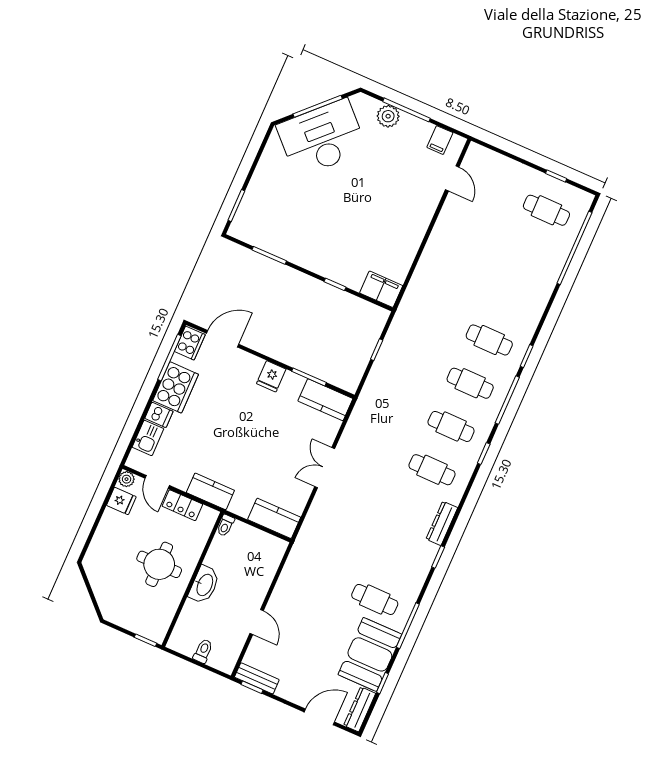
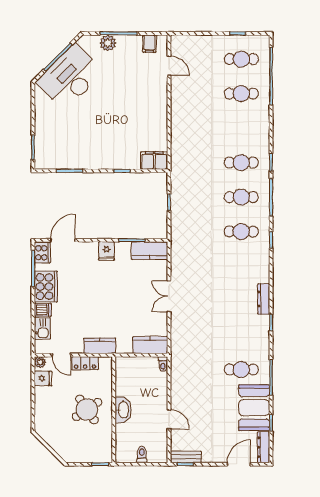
cafe table: (432, 470) -> (241, 94), moved
toilet: (225, 525) -> (163, 364), moved
round table: (159, 564) -> (87, 410), turned -34

